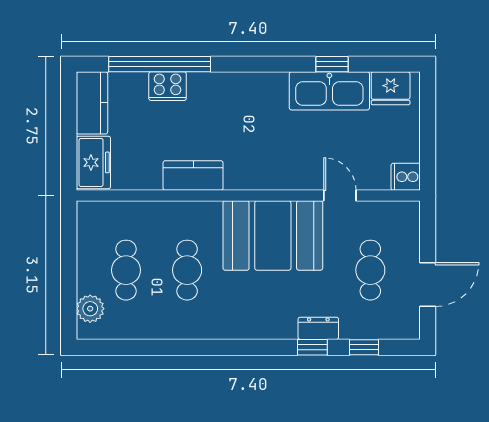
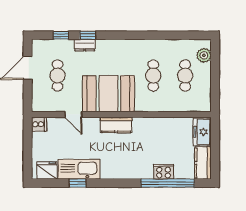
kitchen counter: (193, 176) -> (116, 125), moved

